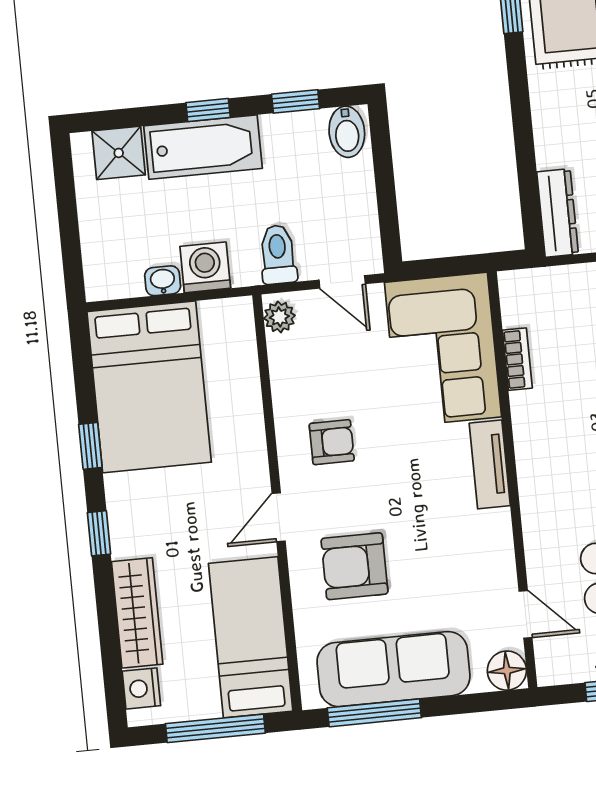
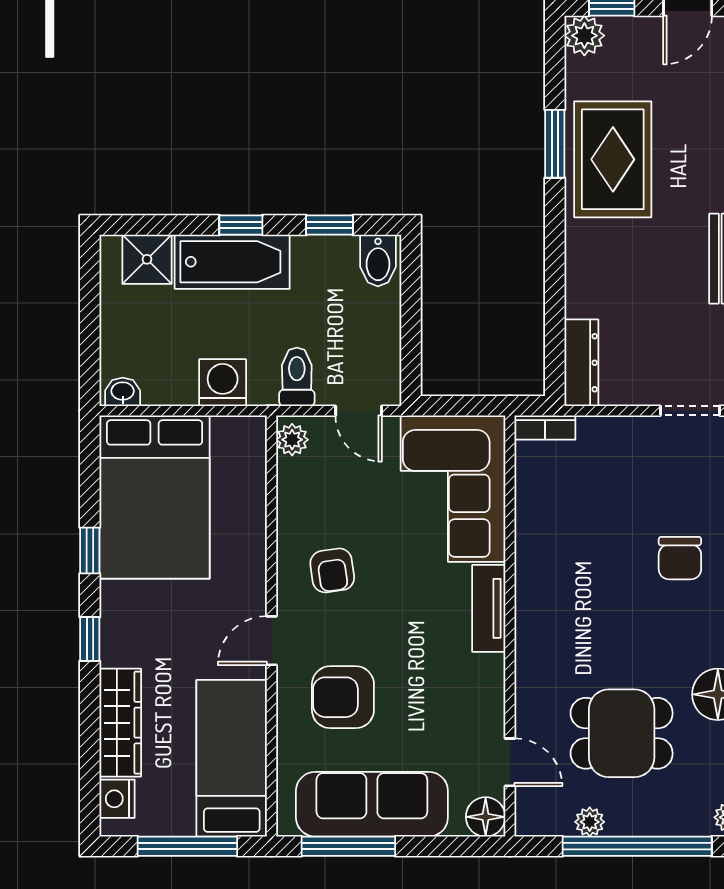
washbasin: (163, 281) -> (123, 392), moved
bookcase: (517, 359) -> (545, 428), moved, turned 90
armchair: (332, 442) -> (332, 570), turned 82

